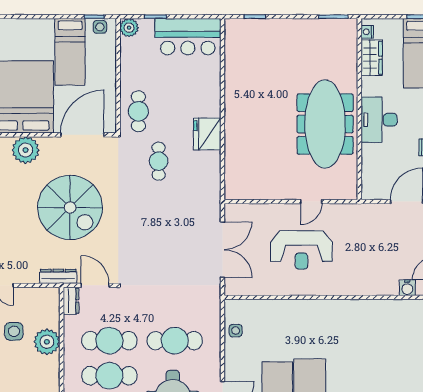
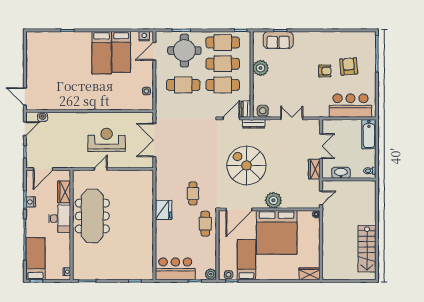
wardrobe: (372, 58) -> (64, 192), moved
door: (95, 285) -> (231, 118), swing flipped
side table: (14, 331) -> (263, 111), moved
plant: (47, 342) -> (261, 68), moved

